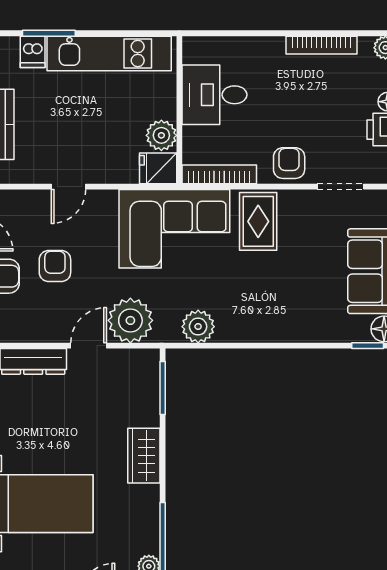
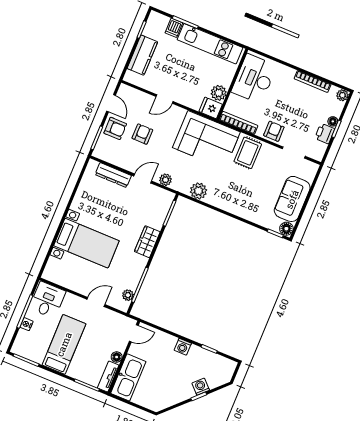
desk: (214, 95) -> (254, 79), width x1.37
plant: (130, 320) -> (165, 180), width x0.53, depth x0.53

